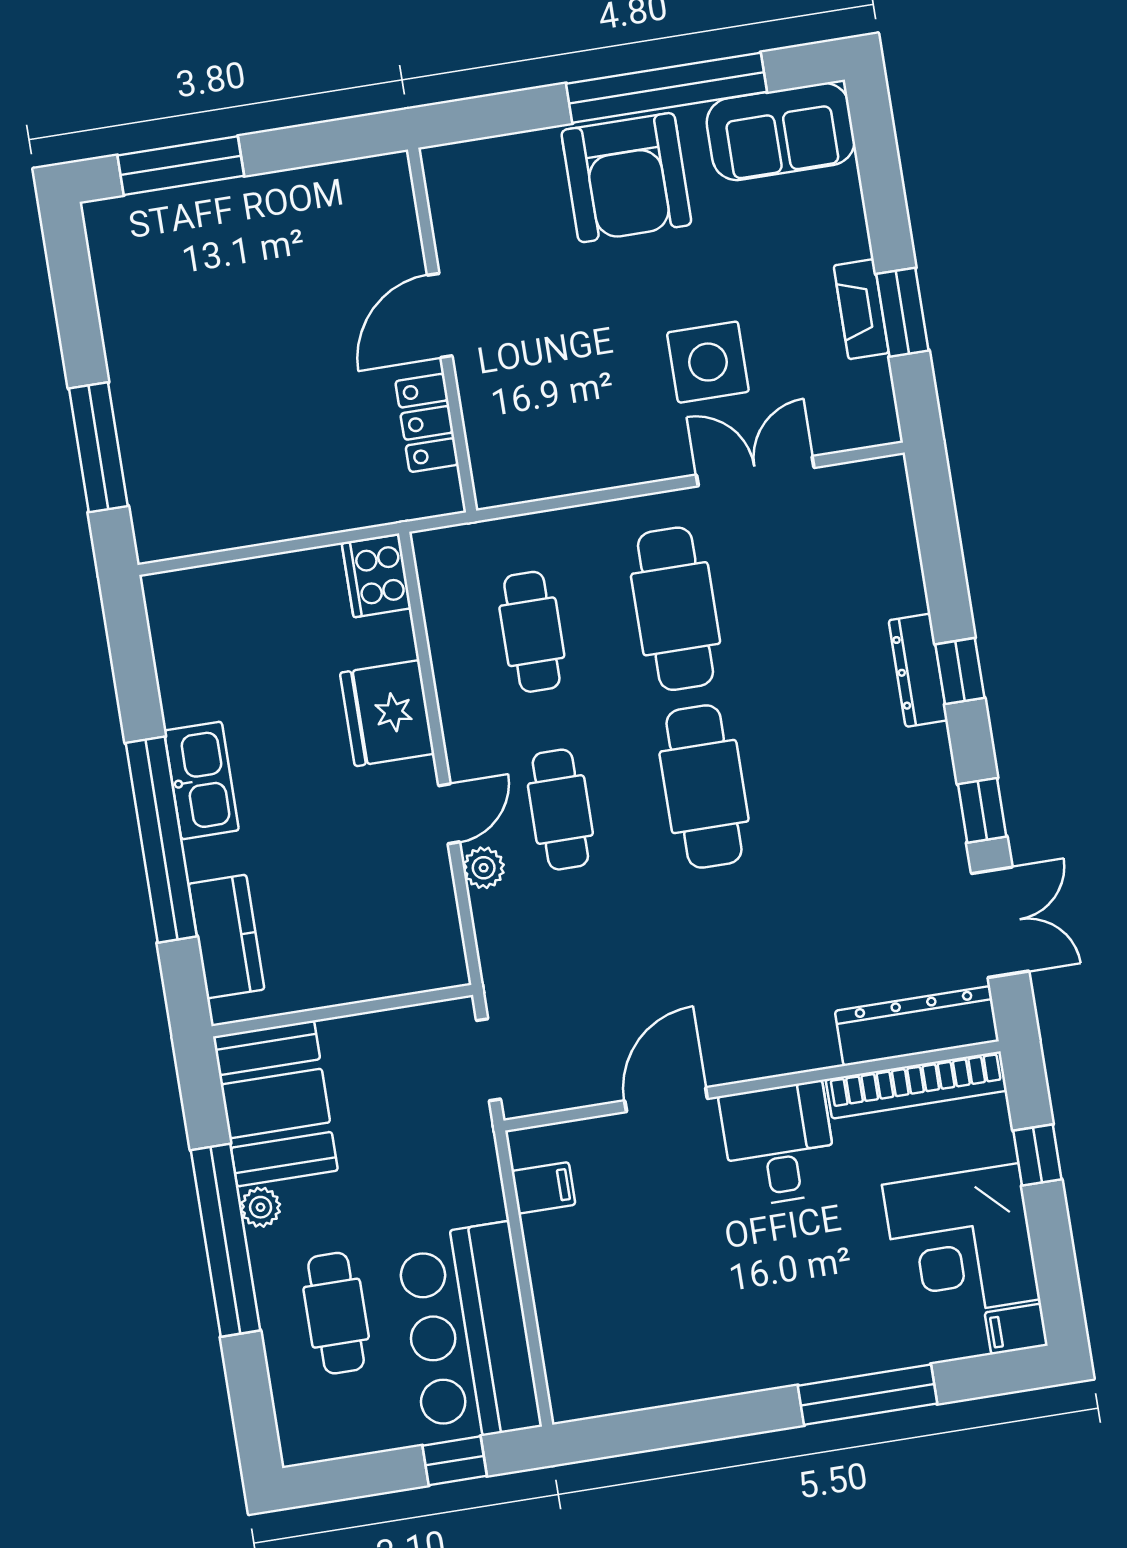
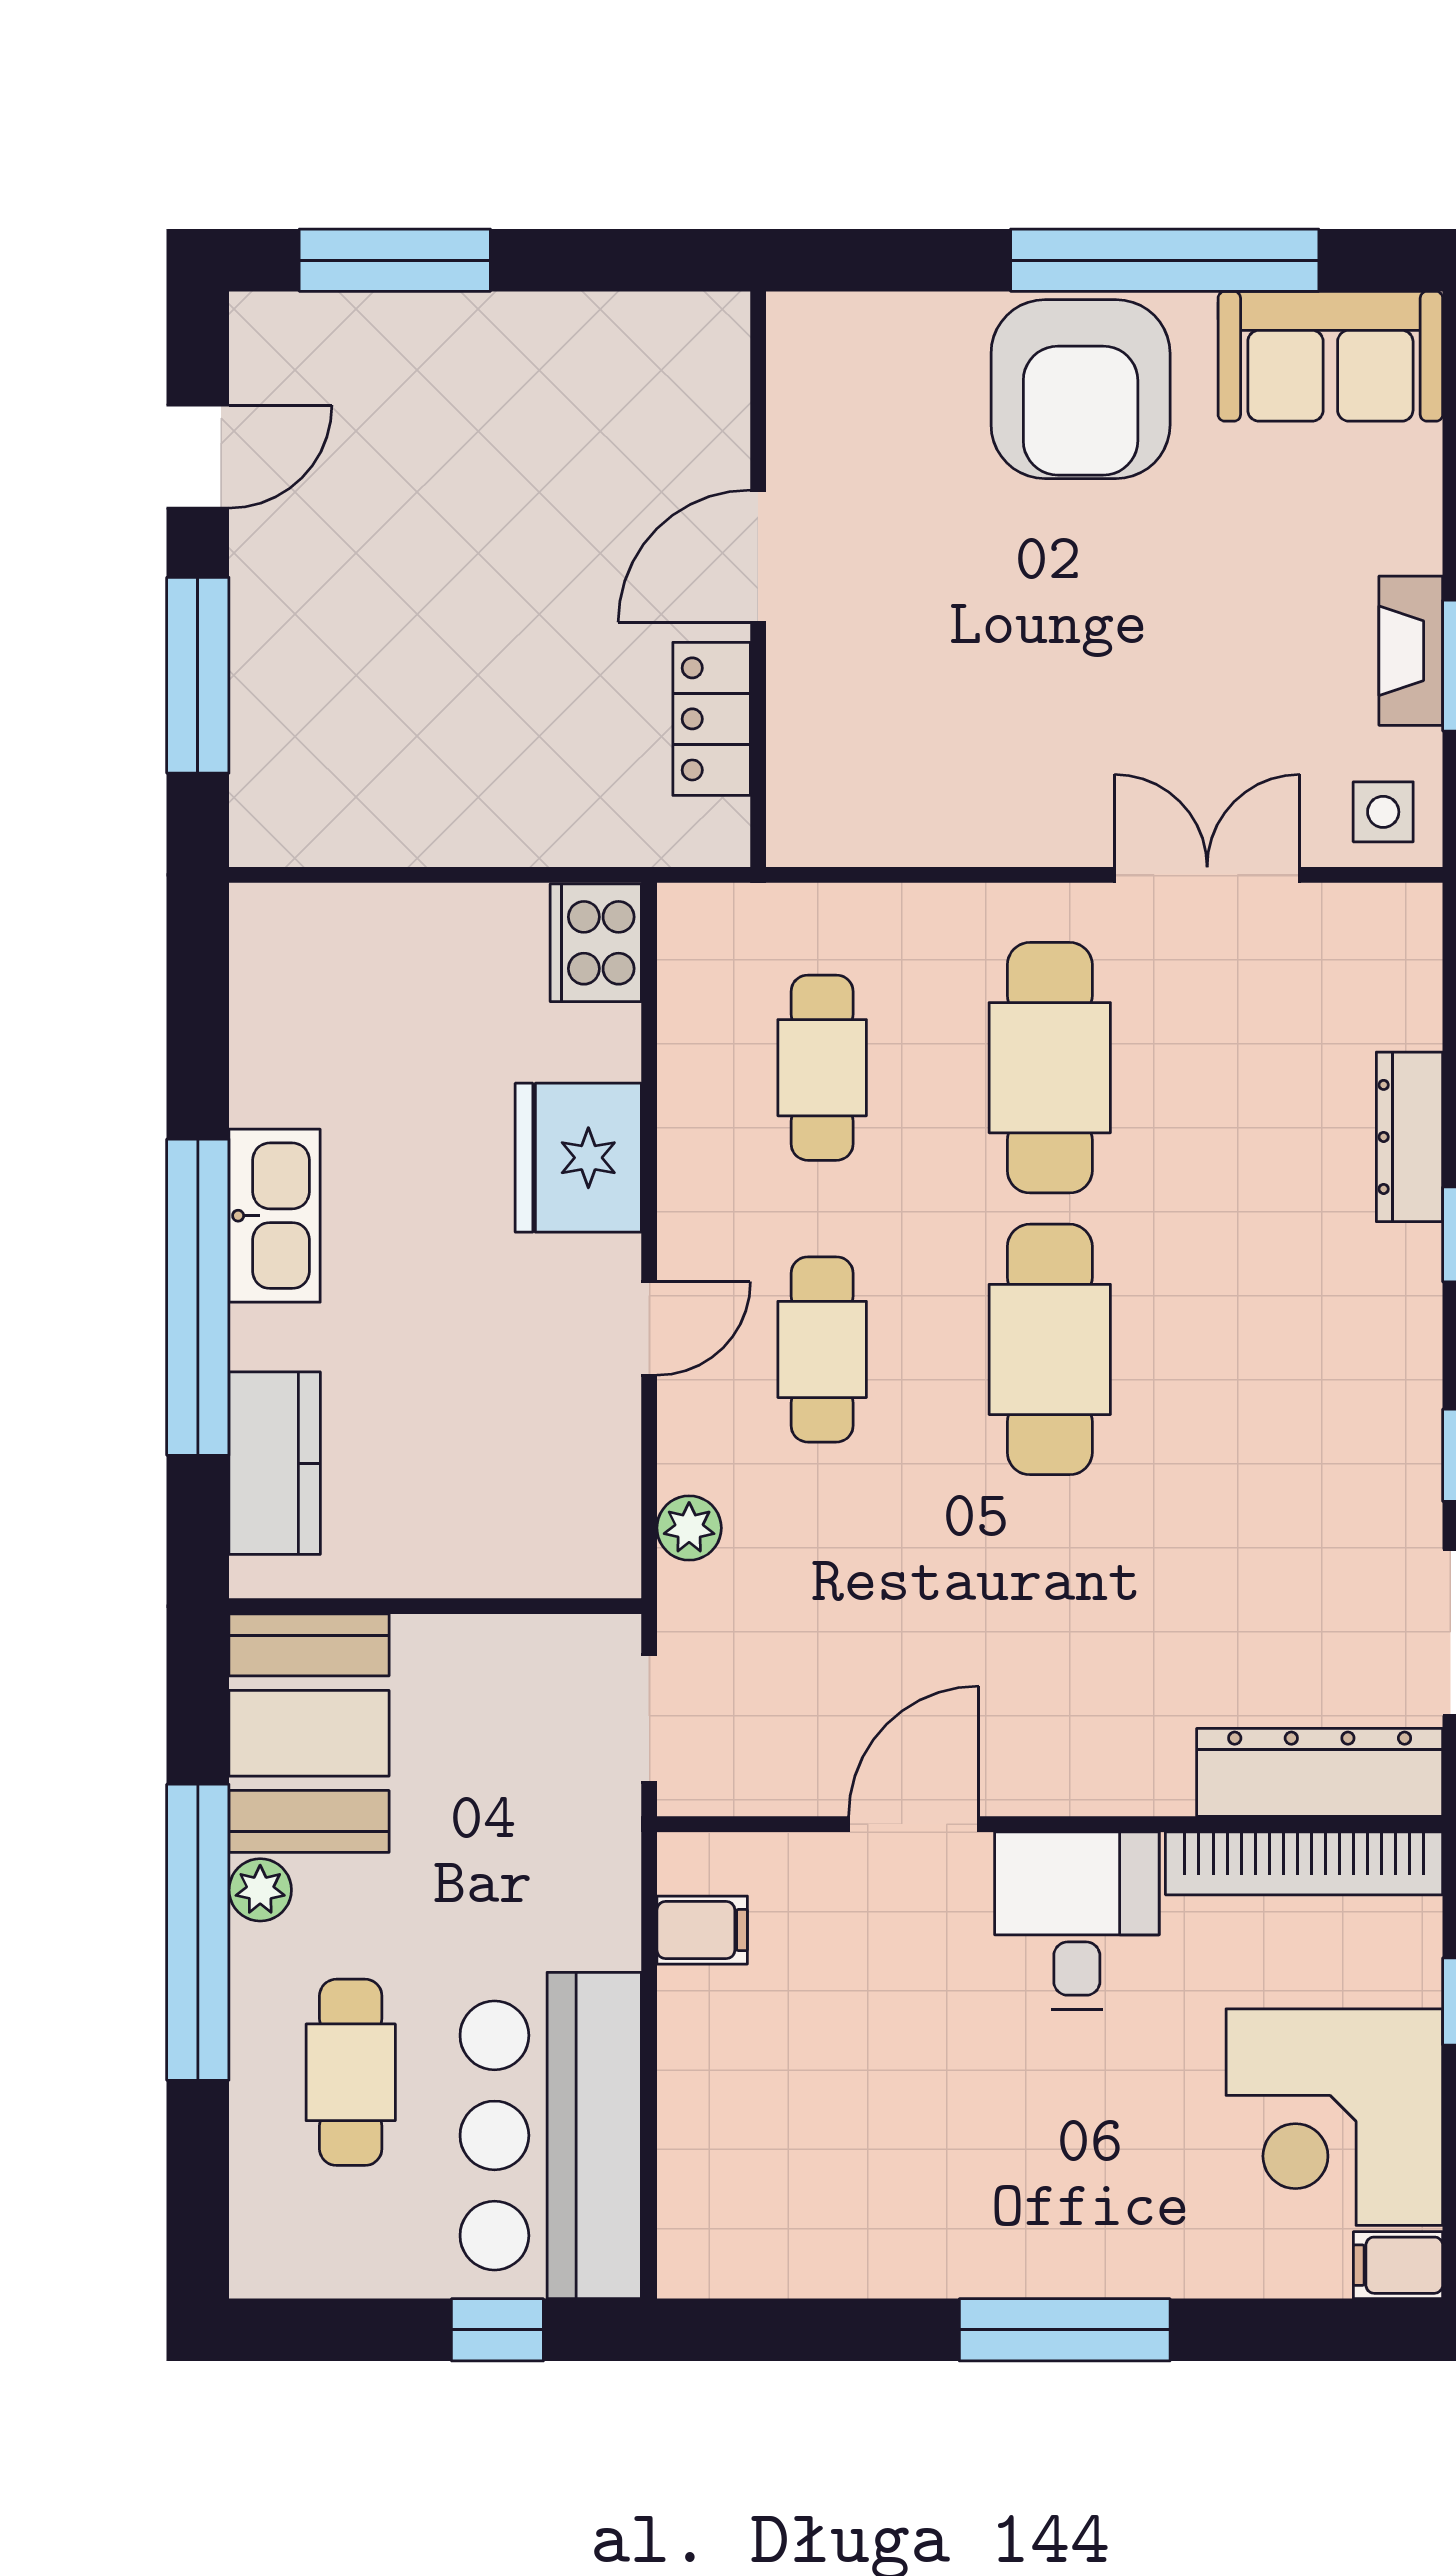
door: (76, 309) -> (198, 457), added
side table: (708, 362) -> (1383, 812), moved, width x0.54, depth x0.54
dresser: (918, 670) -> (1410, 1137), moved
plant: (484, 868) -> (689, 1528), moved
window: (868, 1395) -> (1065, 2330), moved

